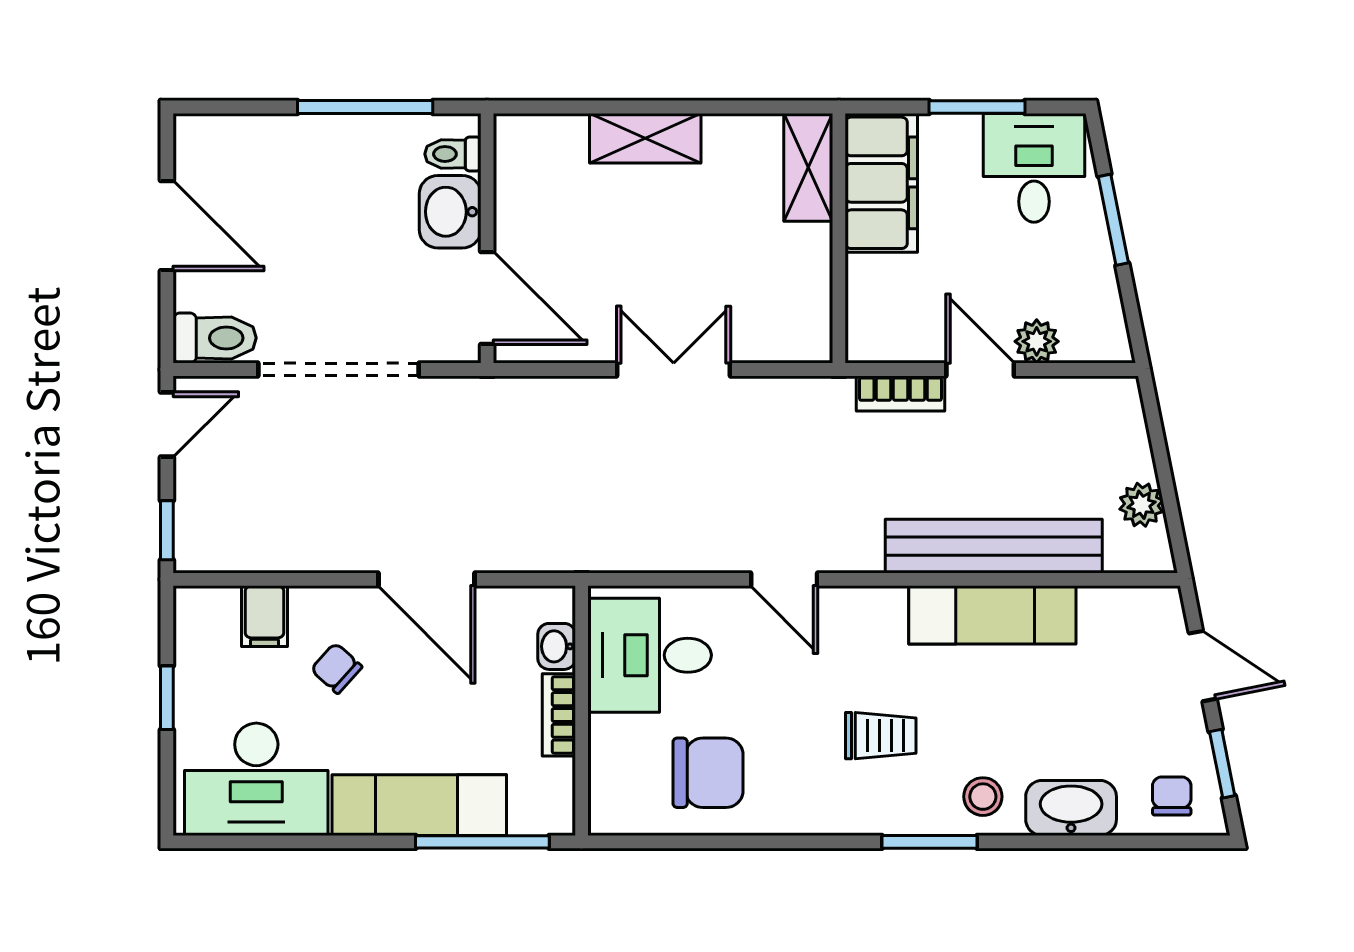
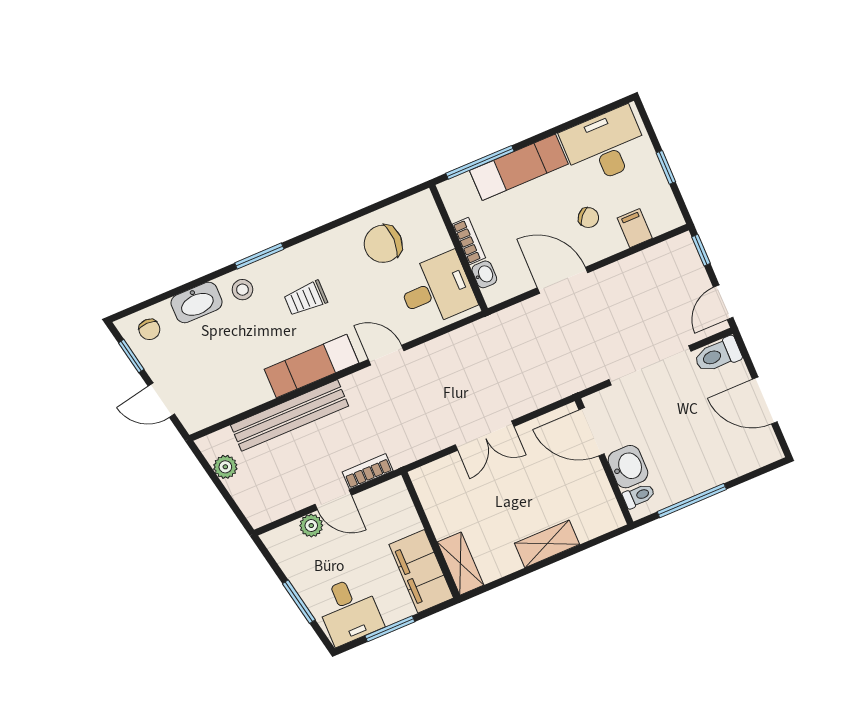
exam couch: (992, 615) -> (311, 366), moved

